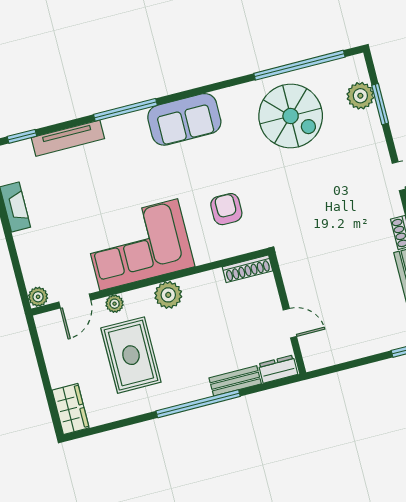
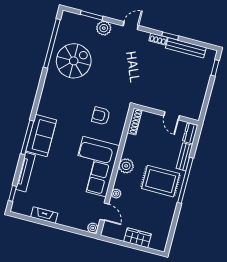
plant: (360, 96) -> (104, 28), moved
sofa: (184, 119) -> (41, 136), moved
door: (290, 323) -> (172, 116), swing flipped
rug: (131, 355) -> (161, 181), moved
wardrobe: (71, 409) -> (137, 238), moved

